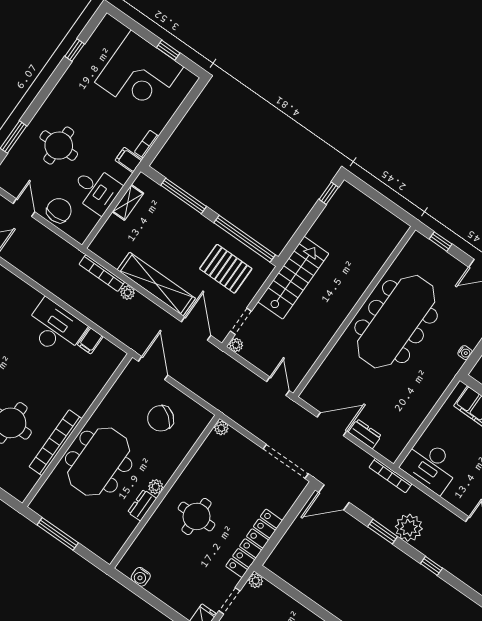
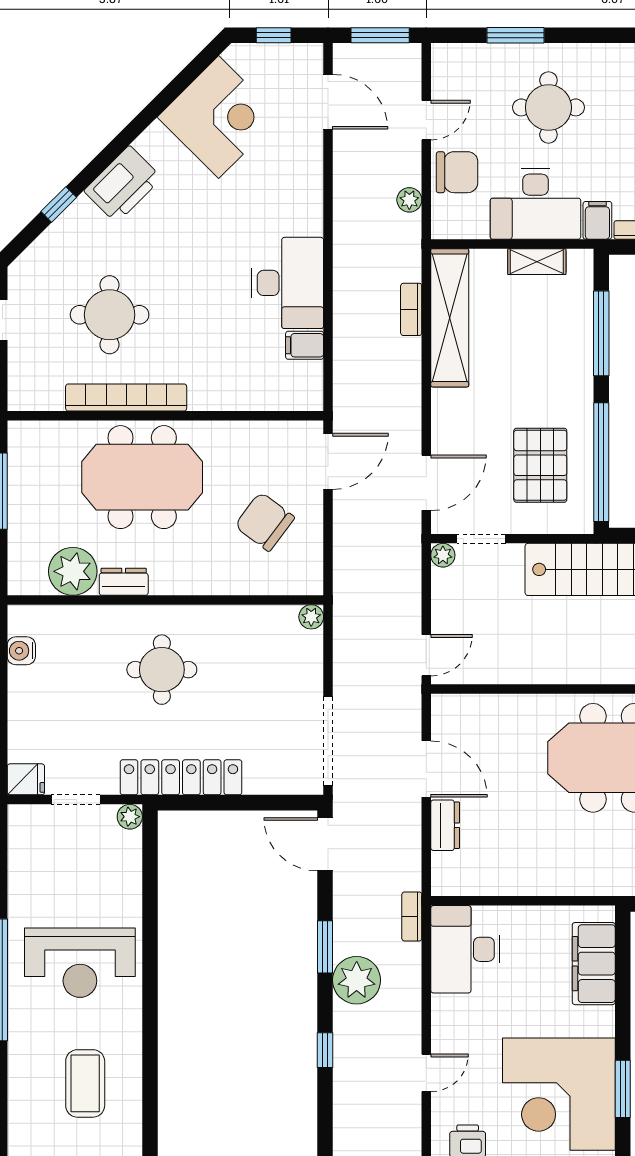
desk: (96, 190) -> (536, 204), width x1.37
bookcase: (102, 273) -> (411, 309), width x0.64
shelving: (156, 284) -> (450, 318), moved
plant: (128, 293) -> (409, 200), moved
bookcase: (390, 476) -> (412, 916), width x0.64
plant: (156, 487) -> (73, 571), moved, width x1.88, depth x1.88

